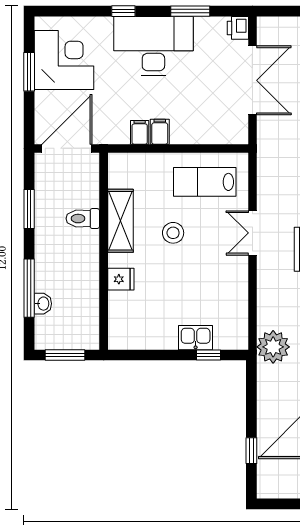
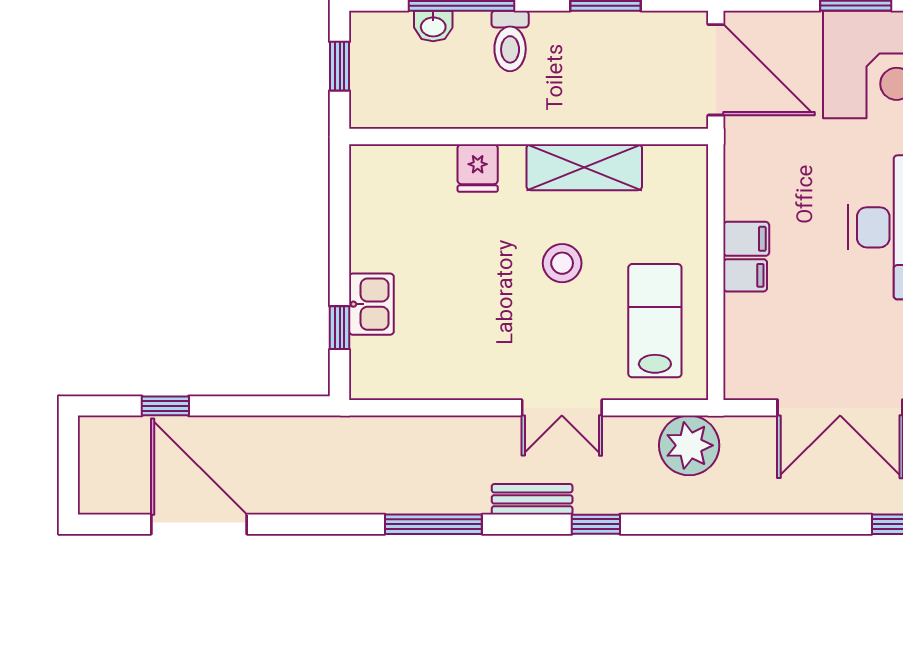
filing cabinet: (140, 132) -> (745, 275), moved
toilet: (83, 219) -> (510, 41), moved, turned 180
double door: (252, 233) -> (562, 408), swing flipped
plant: (273, 347) -> (689, 445), moved
window: (65, 355) -> (340, 66), width x0.67

